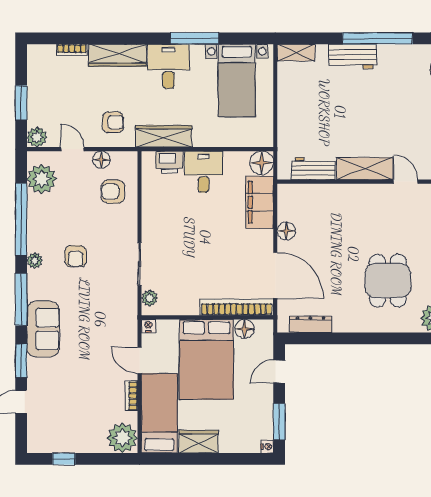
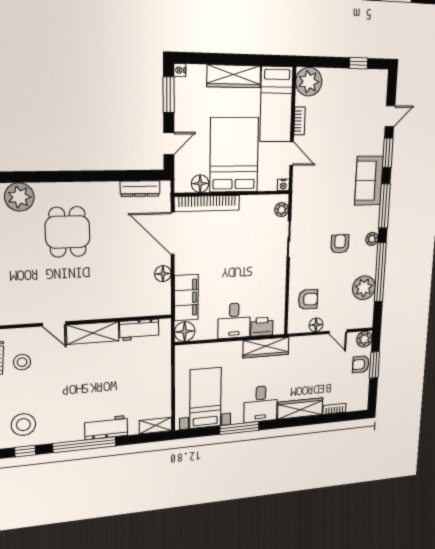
armchair: (113, 122) -> (361, 364), moved
plant: (42, 179) -> (364, 288), moved
wardrobe: (198, 442) -> (234, 76), width x1.50

